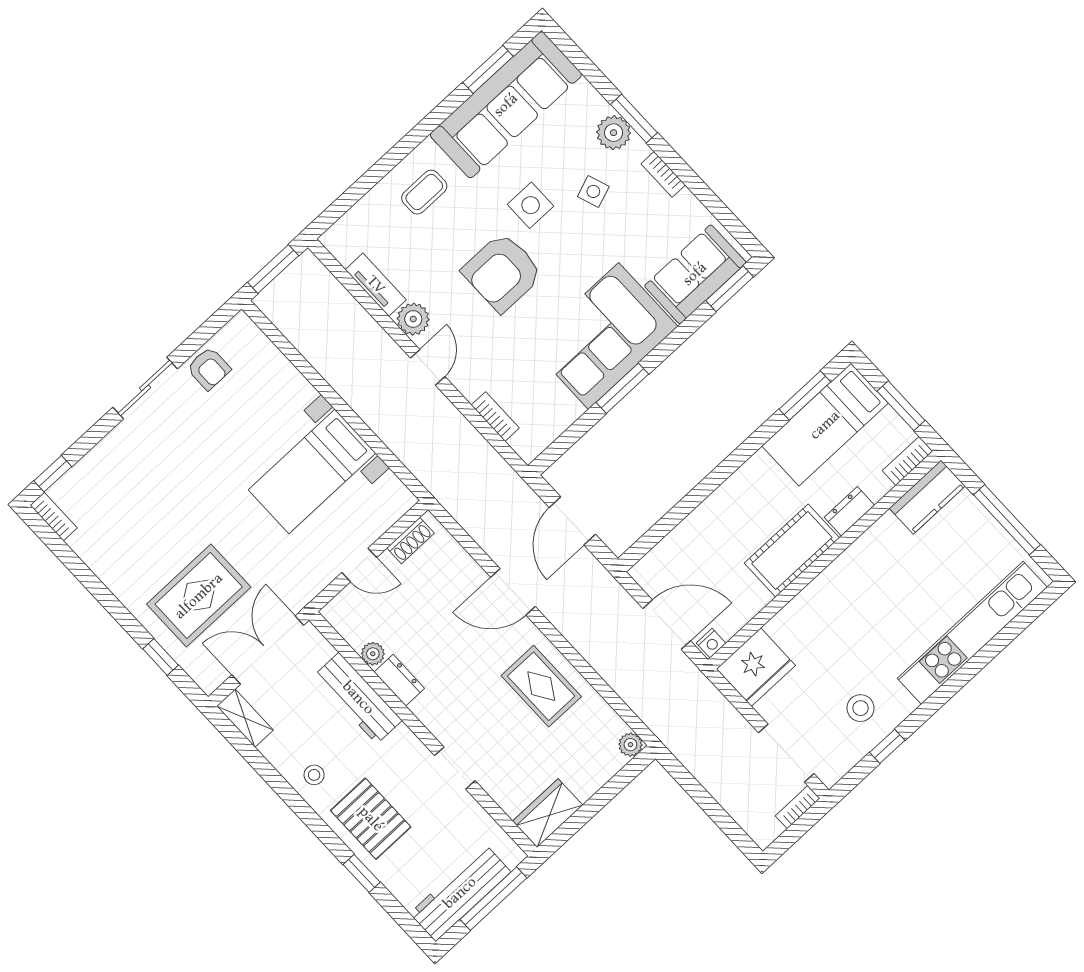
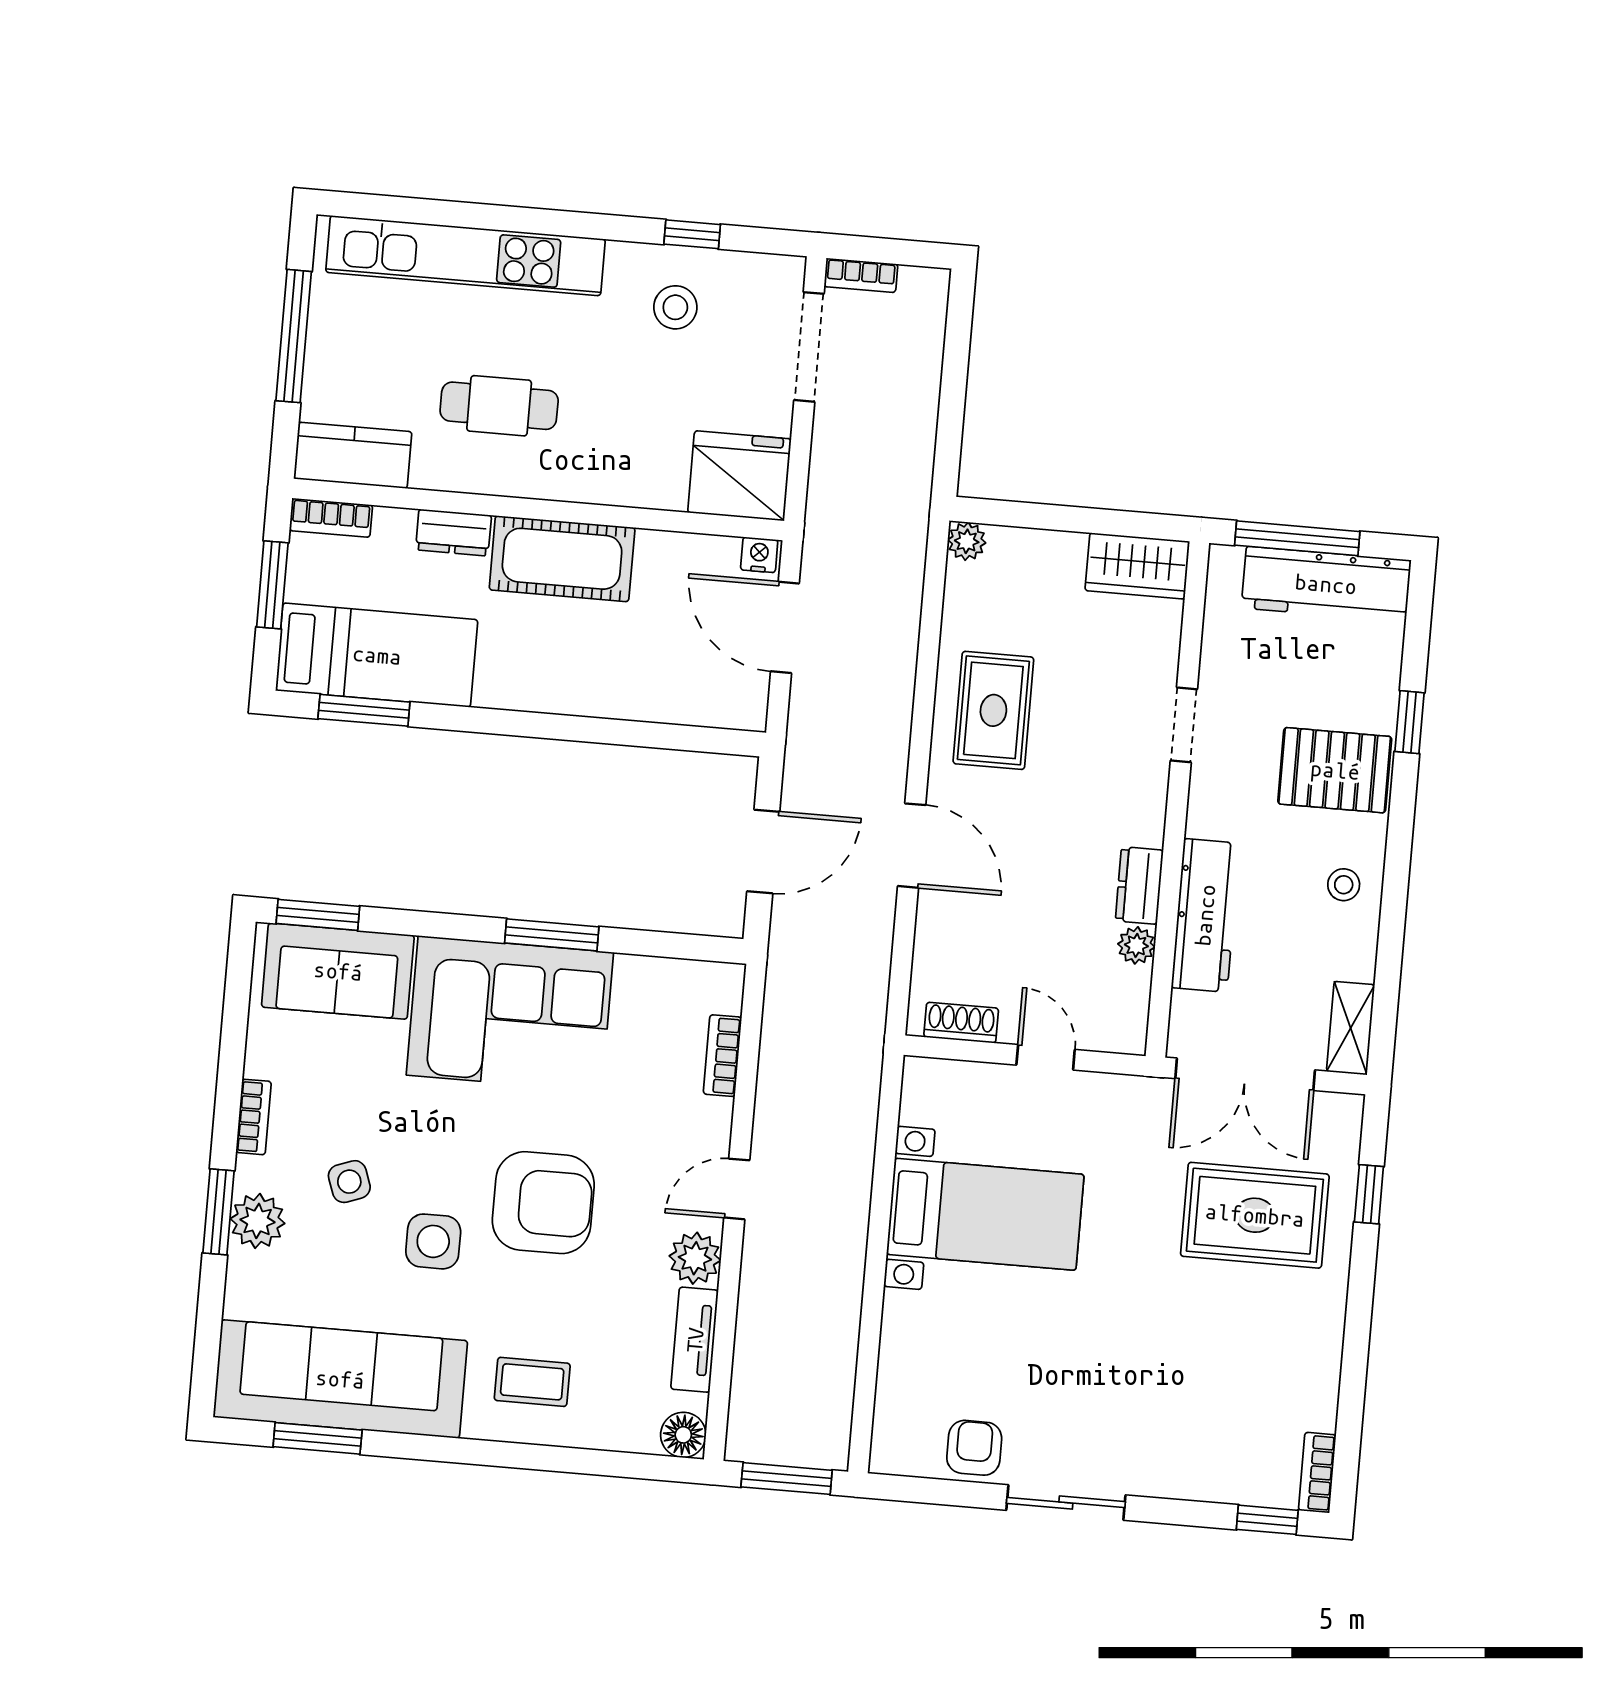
floor lamp: (337, 240) -> (683, 1435), added
cafe table: (889, 585) -> (499, 406), added
pallet: (371, 819) -> (1335, 770), turned 90

